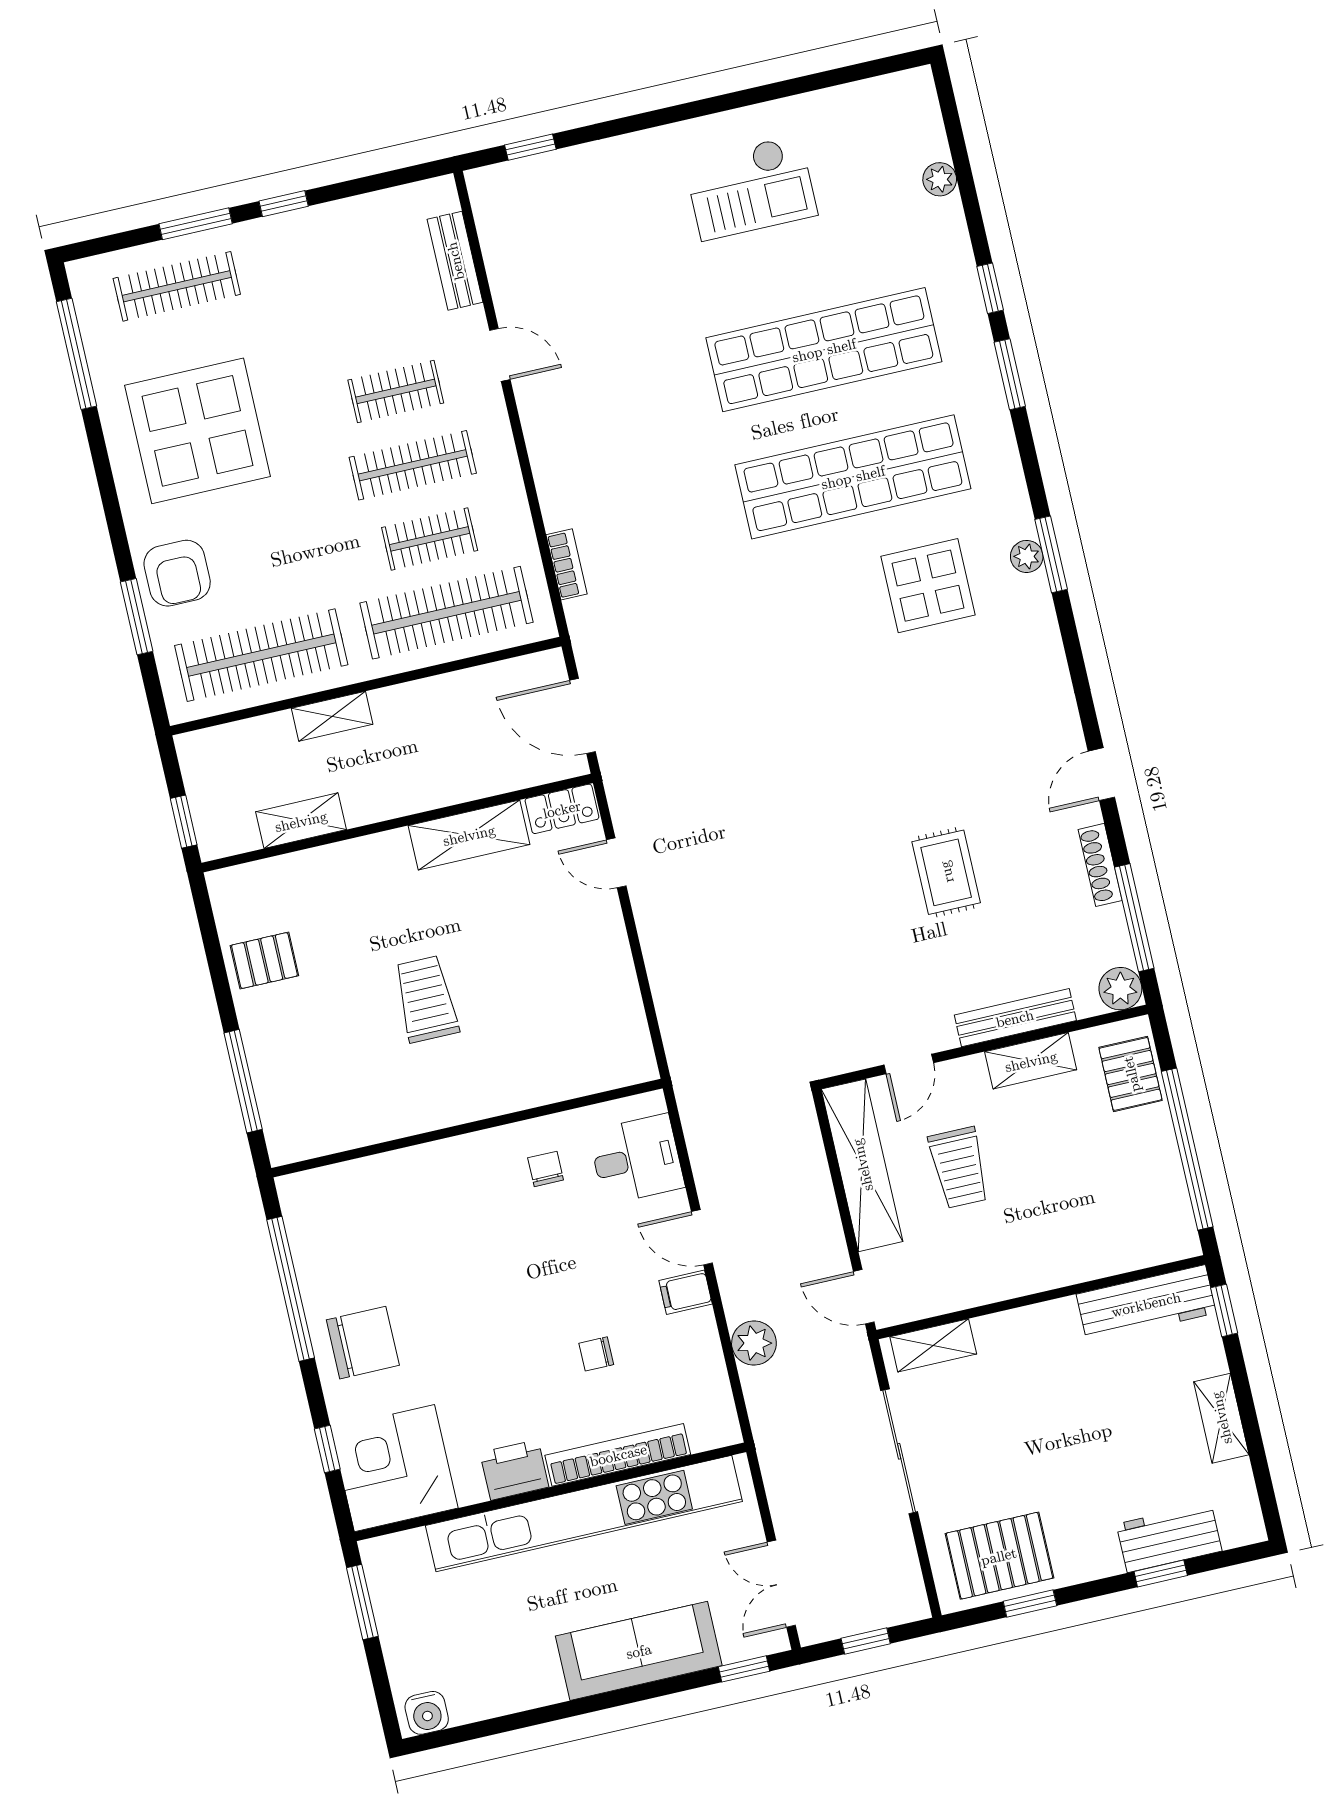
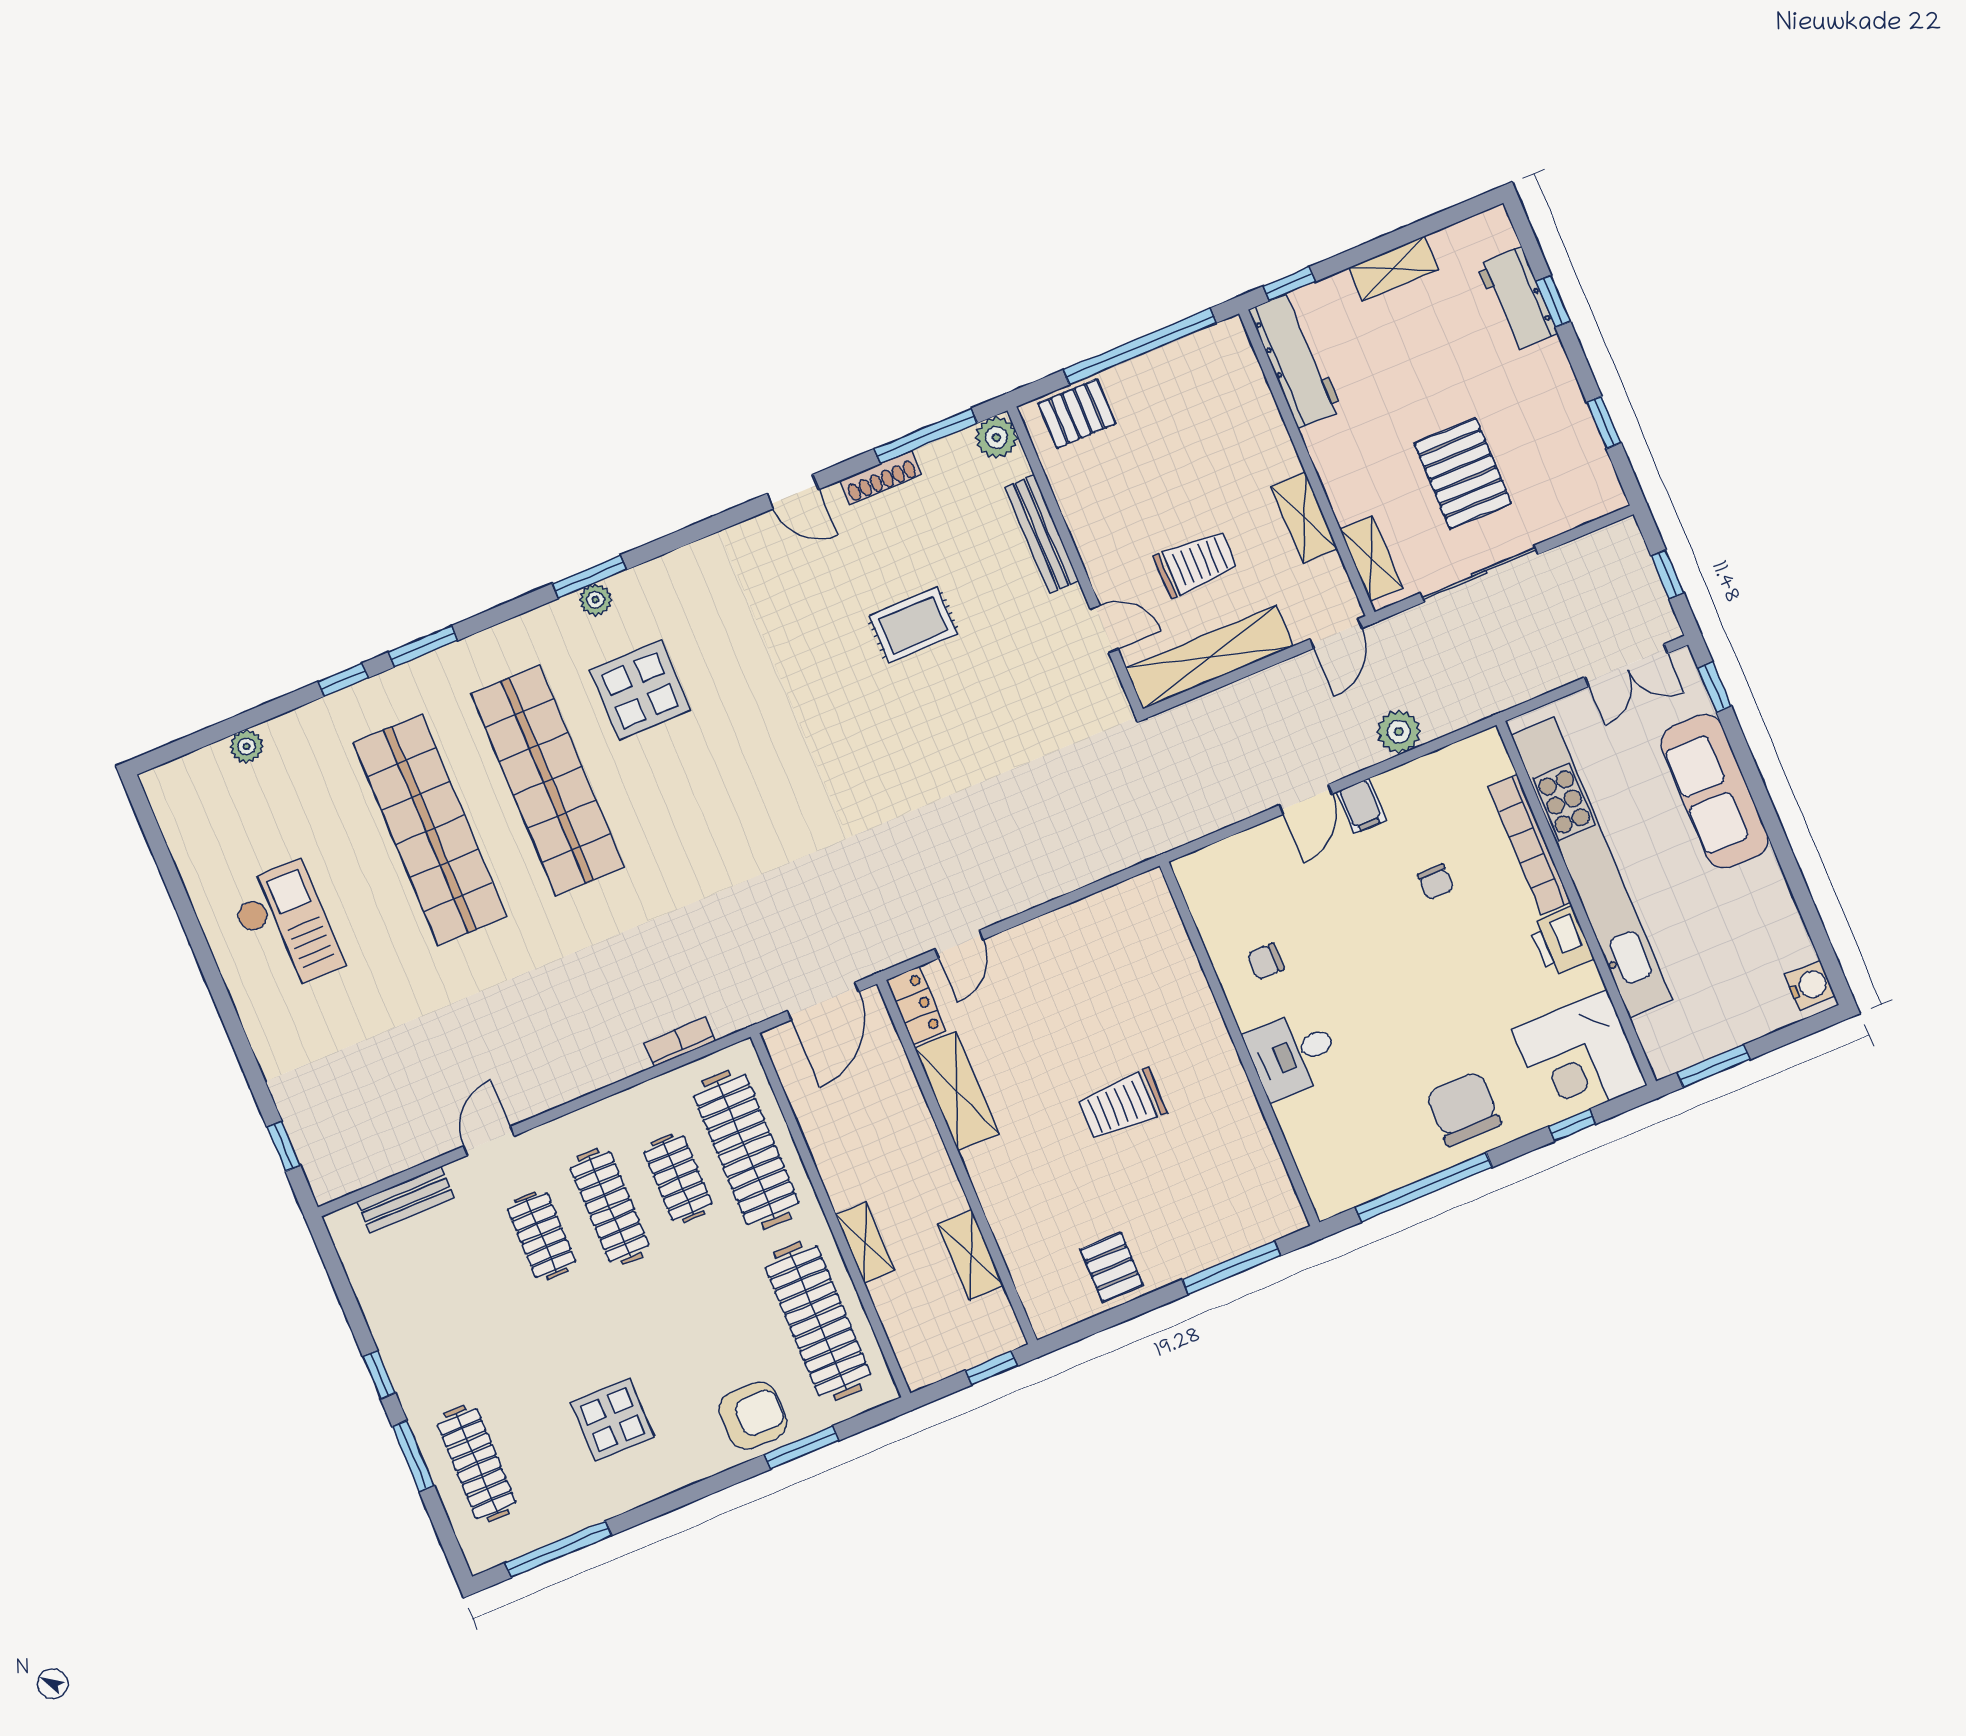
display table: (198, 431) -> (612, 1420), width x0.54, depth x0.54
shelving: (1031, 1061) -> (1304, 517), moved
desk: (636, 1159) -> (1293, 1054), moved, turned -90
pallet: (999, 1556) -> (1463, 473), moved

